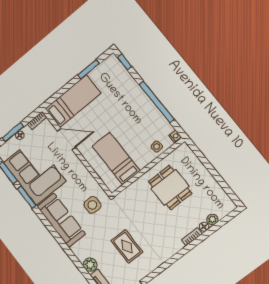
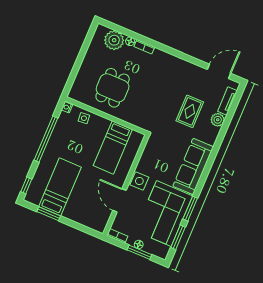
bed: (73, 101) -> (60, 187), moved, turned 90
side table: (92, 205) -> (139, 181), moved
plant: (212, 219) -> (114, 40), width x1.87, depth x1.87
rug: (127, 246) -> (190, 111), moved

